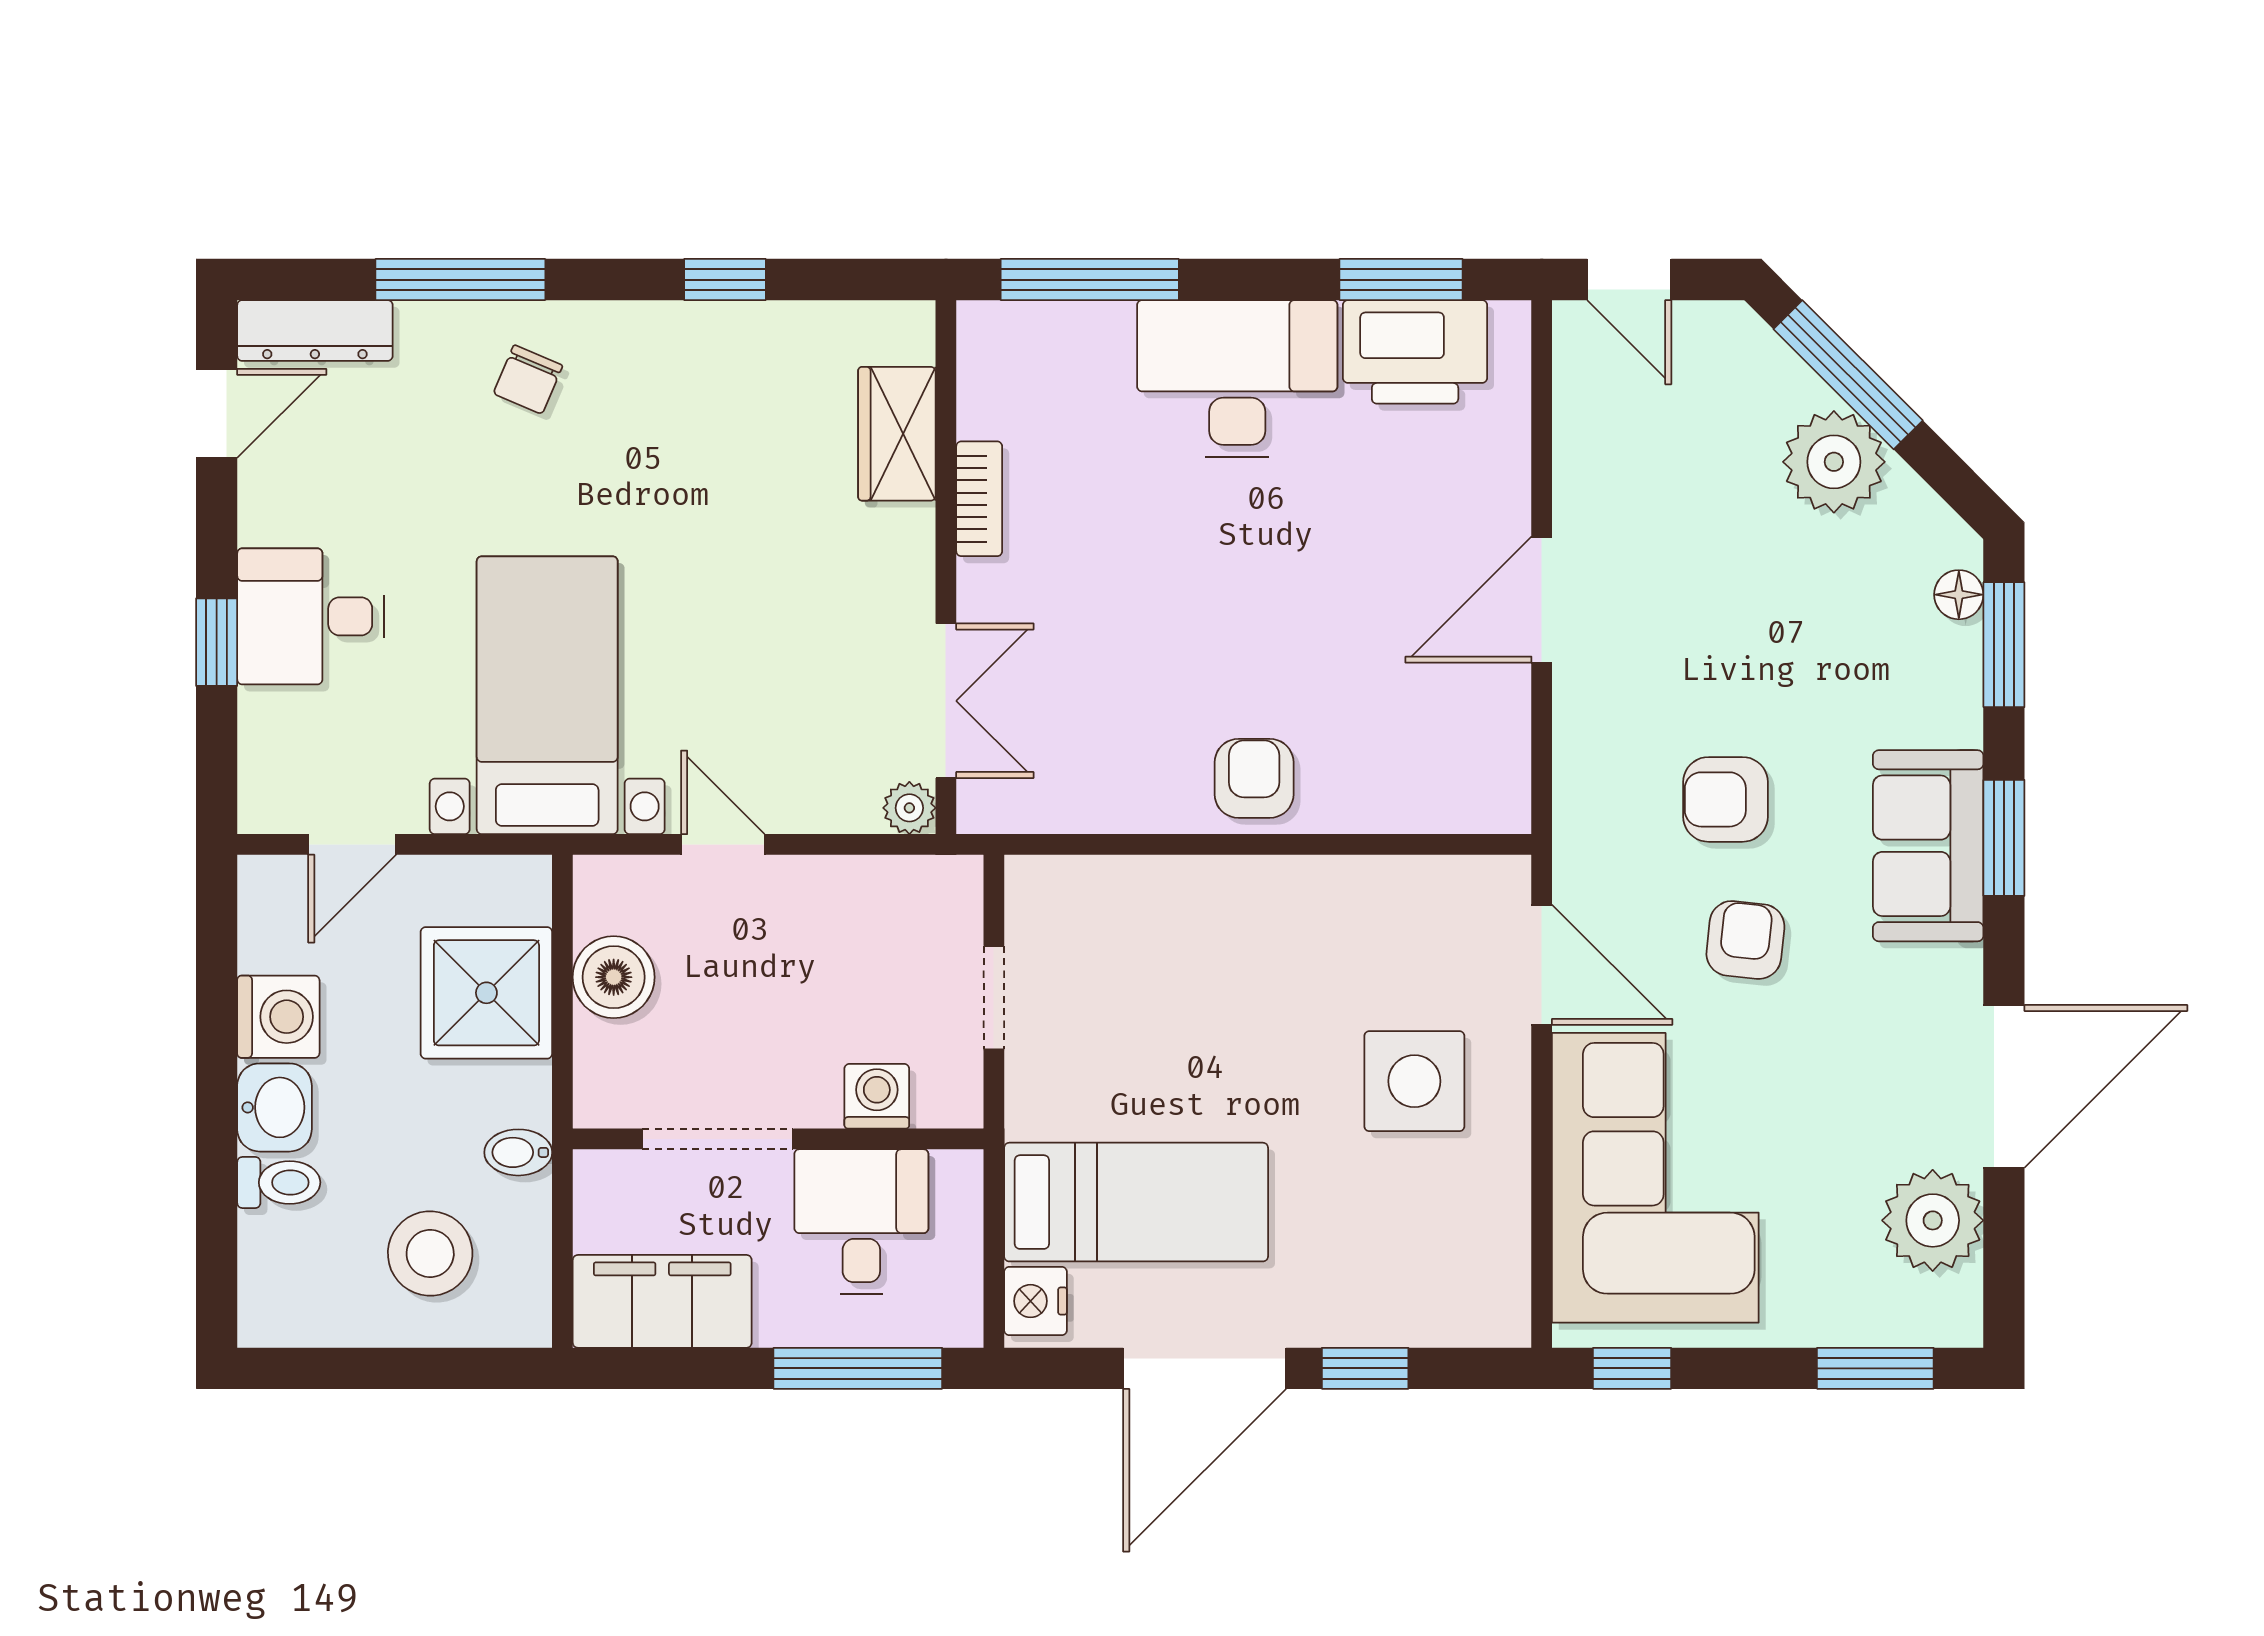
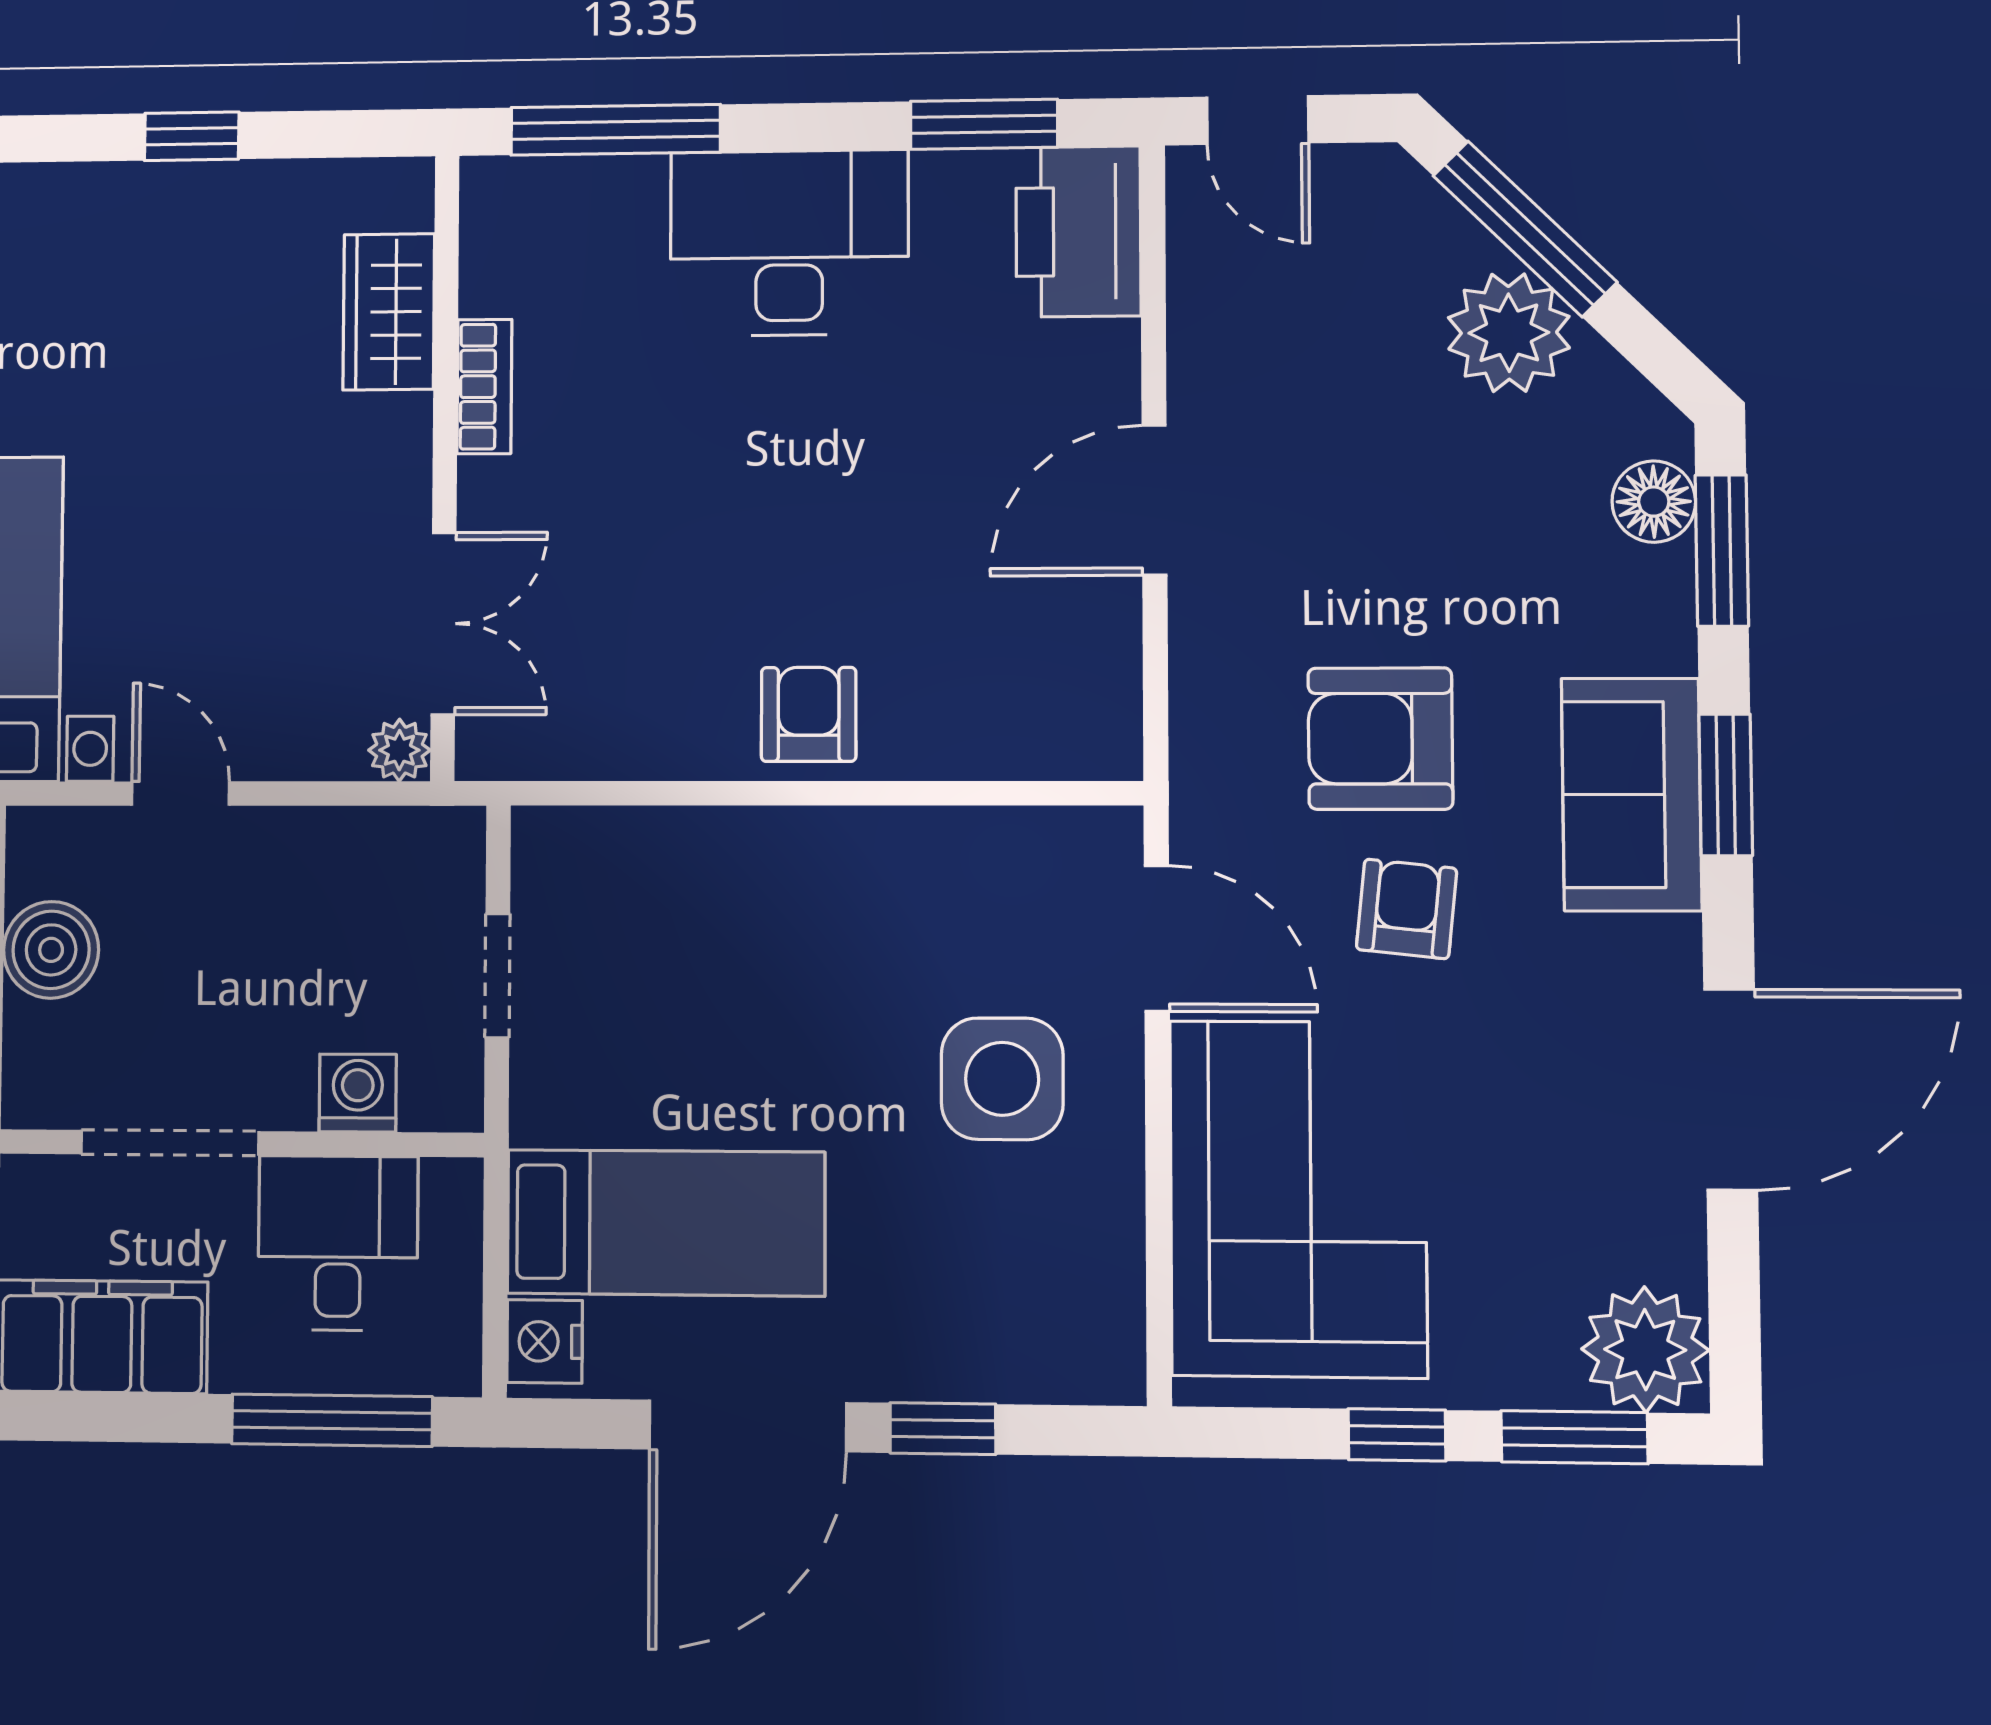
printer: (1415, 352) -> (1078, 232), moved, turned 90
floor lamp: (1959, 595) -> (1654, 502), width x1.37, depth x1.37
armchair: (1725, 799) -> (1380, 739), width x1.38, depth x1.38
plant: (1933, 1220) -> (1645, 1350), moved
window: (1632, 1368) -> (1397, 1435), moved

